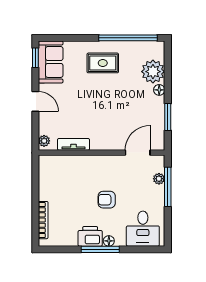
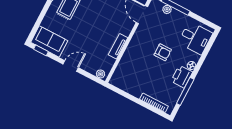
tv unit: (74, 144) -> (118, 46), moved
armchair: (107, 200) -> (163, 52), turned -90
window: (100, 249) -> (185, 91), moved

